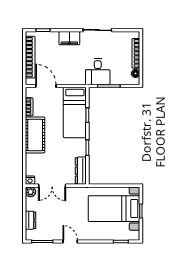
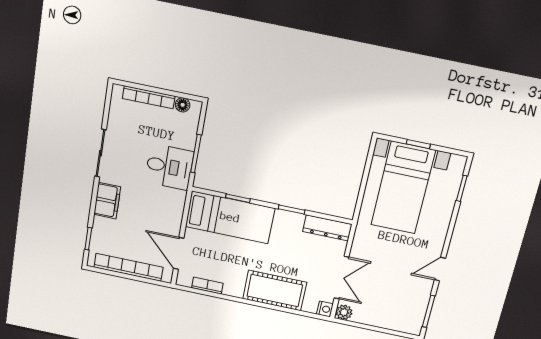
door: (46, 86) -> (179, 253), hinge flipped
cot: (35, 135) -> (275, 291), moved
dresser: (31, 220) -> (390, 322), removed

